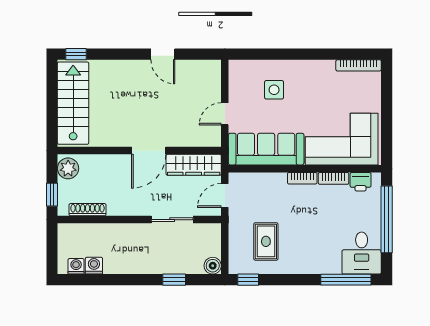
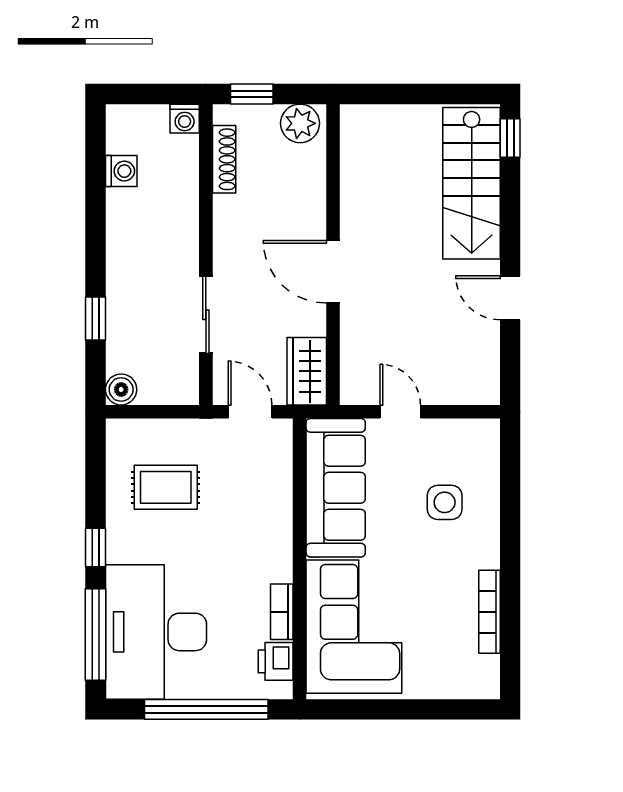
door: (163, 54) -> (510, 298), hinge flipped
bookcase: (359, 65) -> (490, 612), moved
stairs: (73, 103) -> (472, 183), moved, turned 90
wardrobe: (194, 165) -> (307, 371), width x0.67
bookcase: (302, 178) -> (282, 554), removed
desk: (362, 253) -> (156, 632), width x1.87, depth x1.30
washing machine: (76, 266) -> (185, 119), moved, turned 90
window: (248, 280) -> (96, 547), moved

